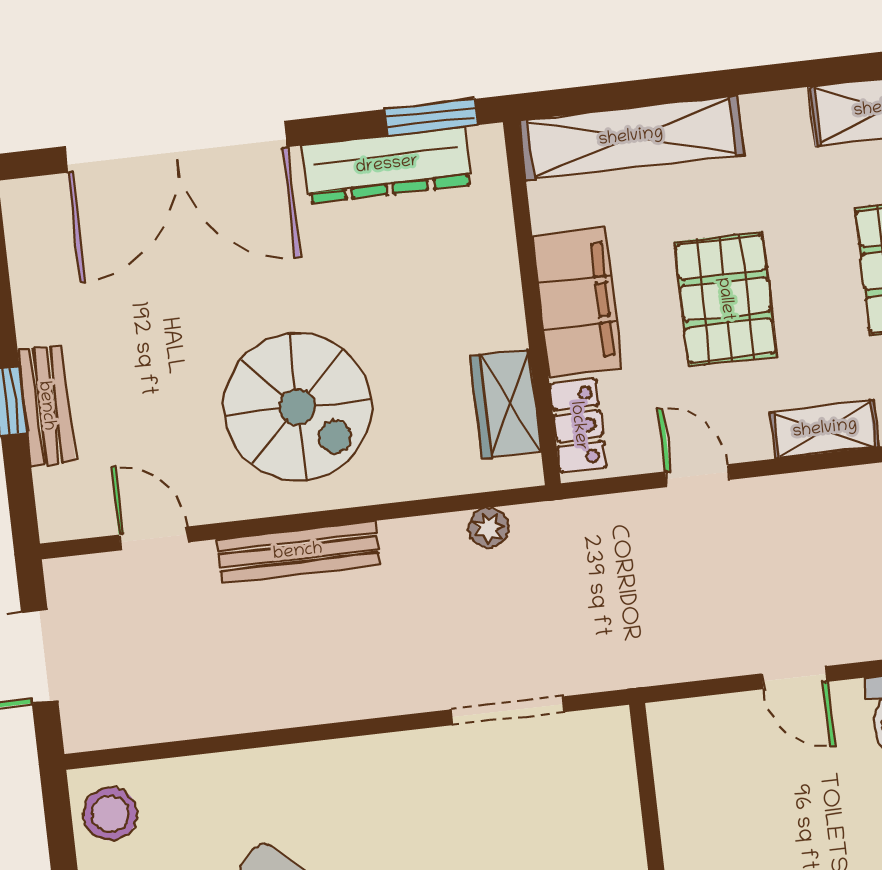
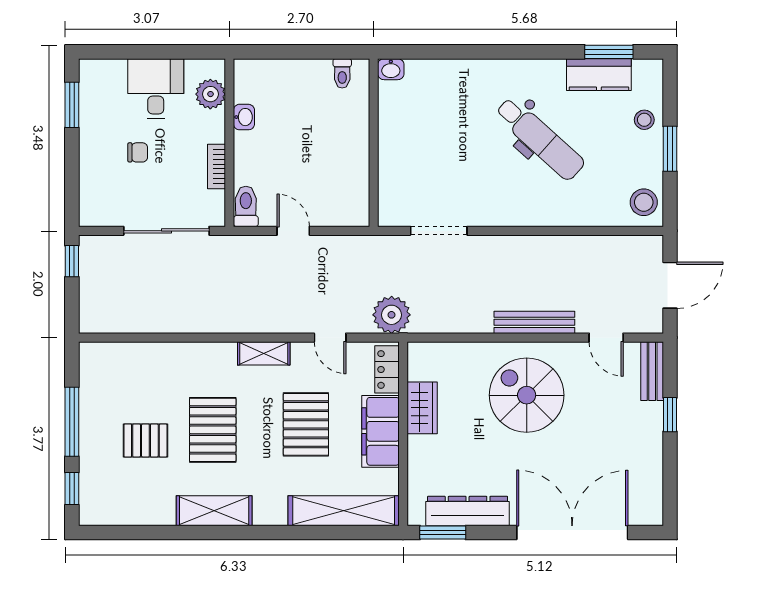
wardrobe: (506, 404) -> (422, 408), moved
bench: (46, 406) -> (652, 371), moved
plant: (489, 528) -> (392, 315), moved, width x1.87, depth x1.87

